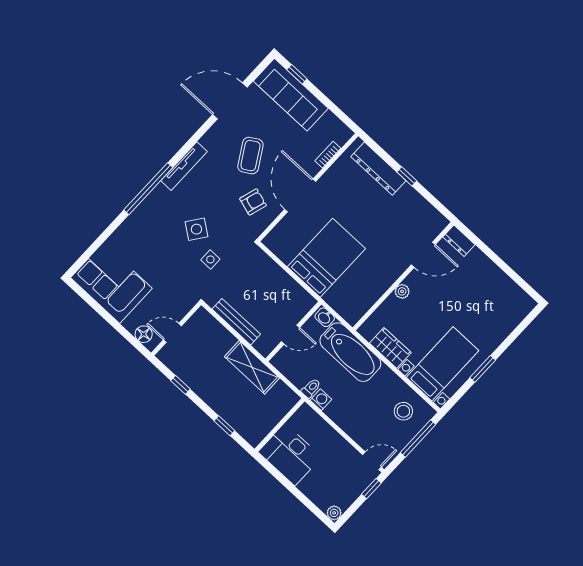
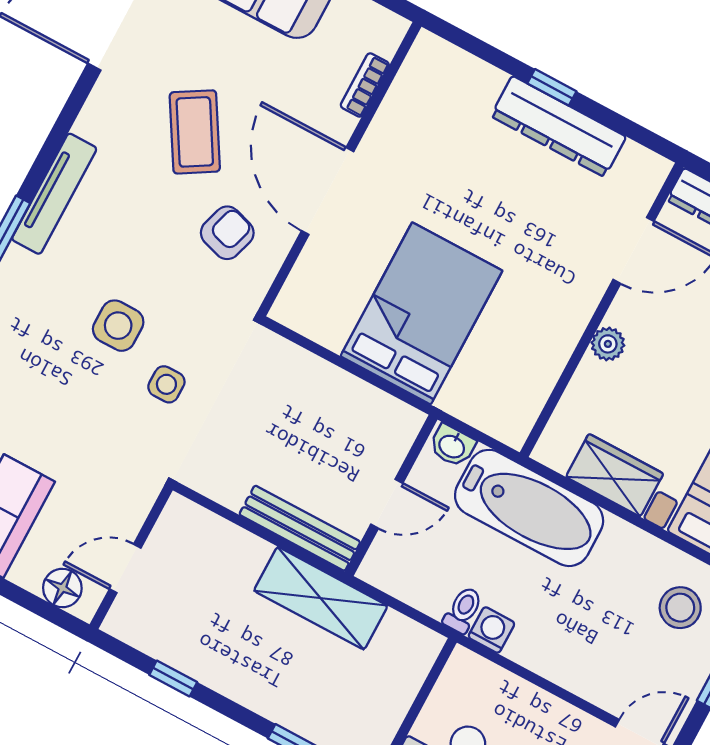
dresser: (378, 169) -> (558, 126), moved
side table: (196, 229) -> (118, 326), turned -36
bench: (236, 322) -> (300, 528), moved

